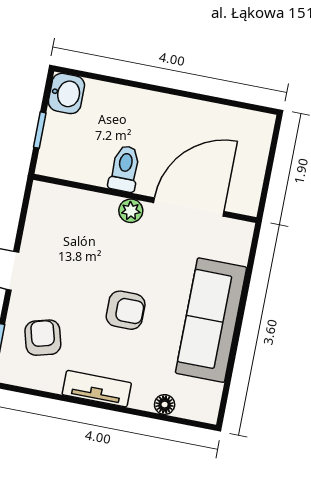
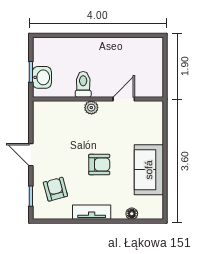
washbasin: (66, 93) -> (42, 77), moved
door: (189, 207) -> (124, 99), width x0.53
sofa: (211, 320) -> (149, 170), width x0.73

